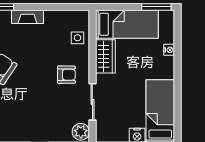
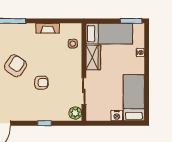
fireplace: (27, 17) -> (48, 28), moved
armchair: (66, 75) -> (41, 83), moved

